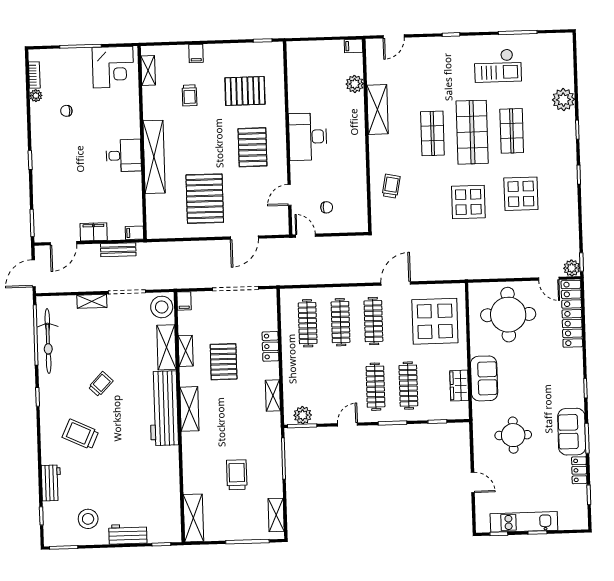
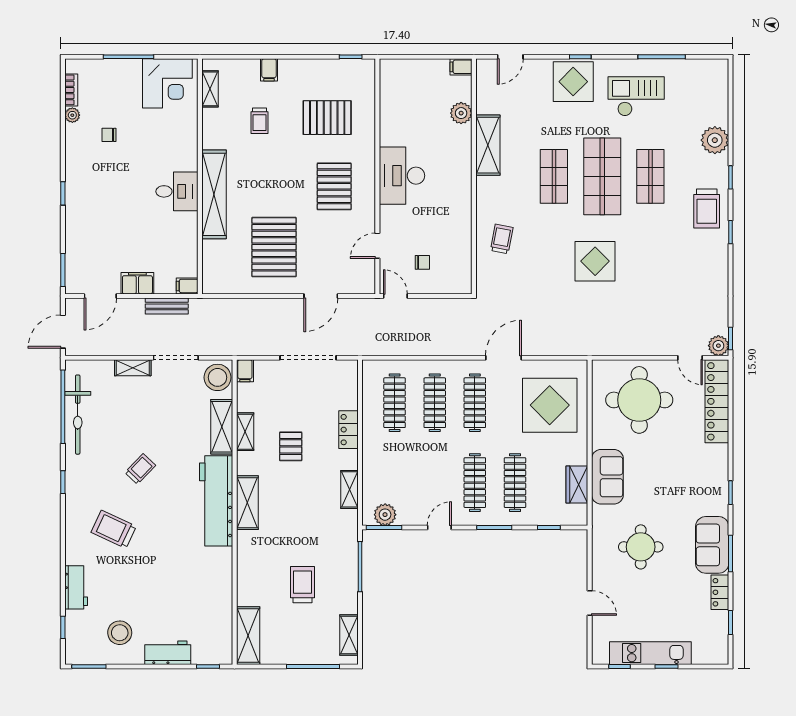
checkout: (498, 66) -> (636, 96), turned 180
trolley: (559, 156) -> (707, 208), added
display table: (521, 194) -> (573, 82), moved
pallet: (224, 362) -> (291, 446), width x0.67, depth x0.71

